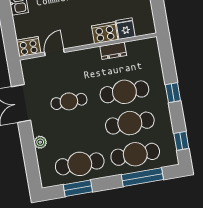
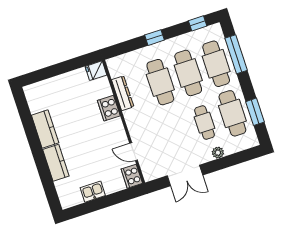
fridge: (126, 29) -> (96, 71), moved
dresser: (113, 51) -> (123, 93), width x1.44
cafe table: (69, 101) -> (205, 123), moved

